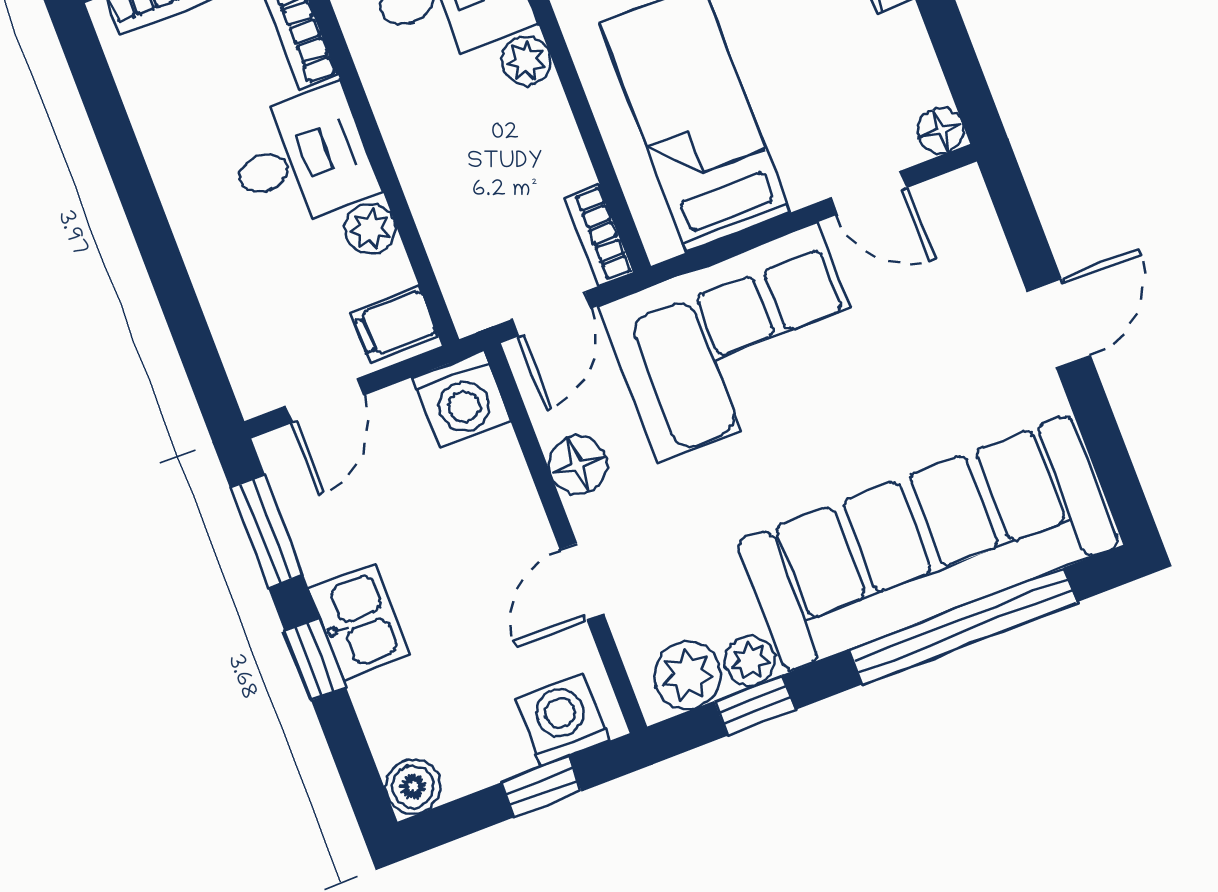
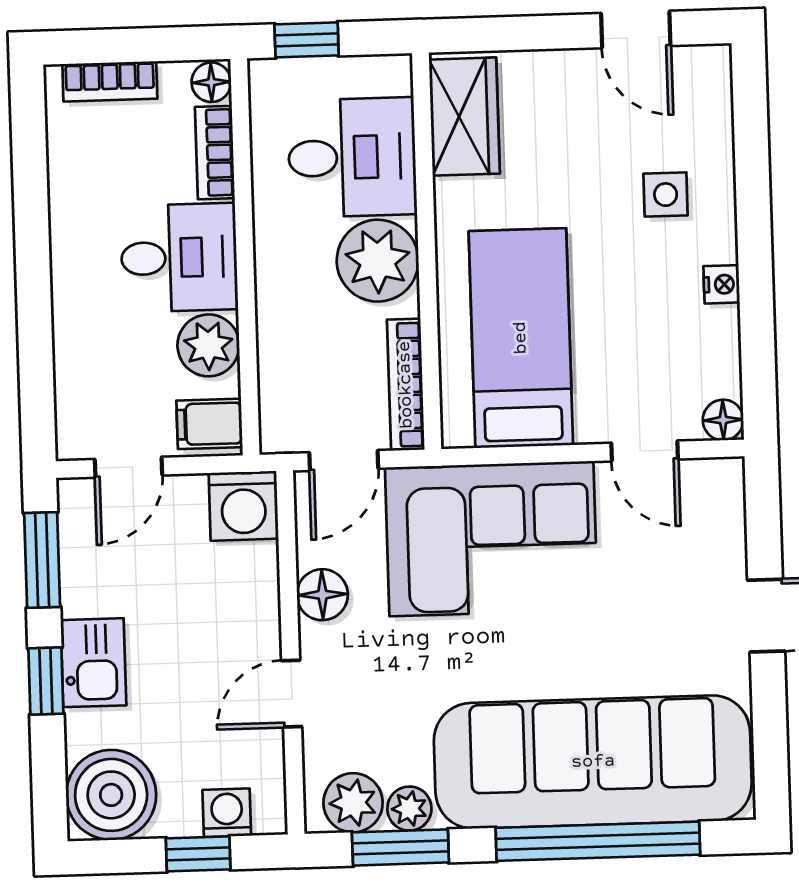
plant: (526, 61) -> (378, 261), width x1.88, depth x1.88
plant: (370, 229) -> (208, 345), width x1.38, depth x1.38
bookcase: (599, 235) -> (406, 385), width x1.56
window: (755, 705) -> (400, 847), width x1.50
washing machine: (562, 720) -> (227, 813), width x0.73, depth x0.73
boiler: (413, 787) -> (111, 795), width x1.86, depth x1.86

